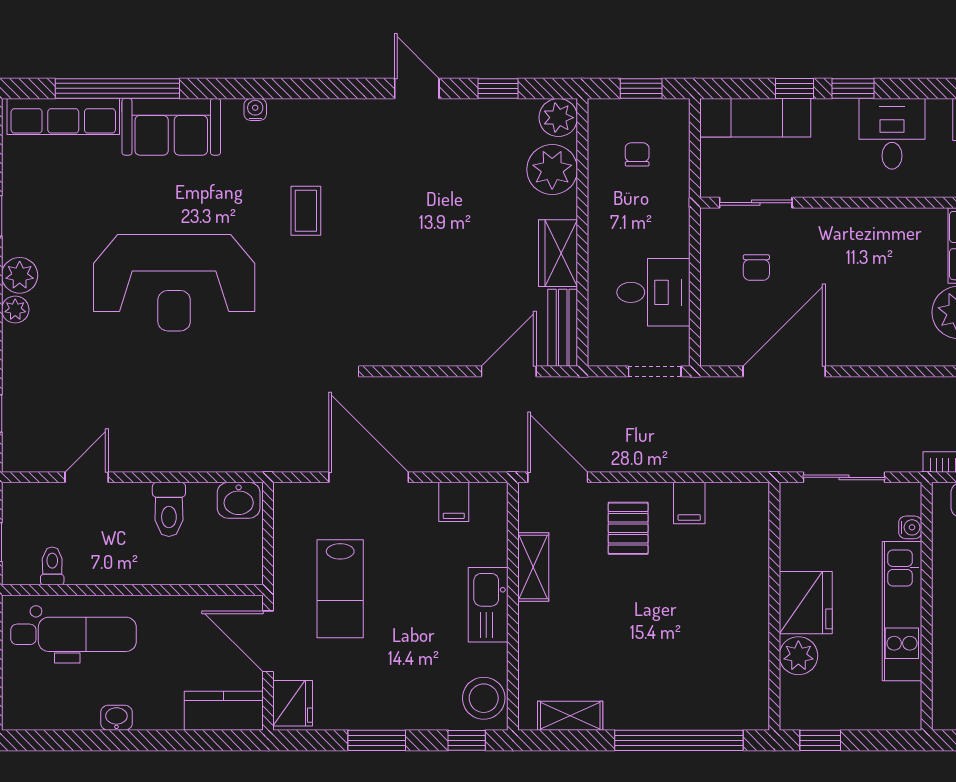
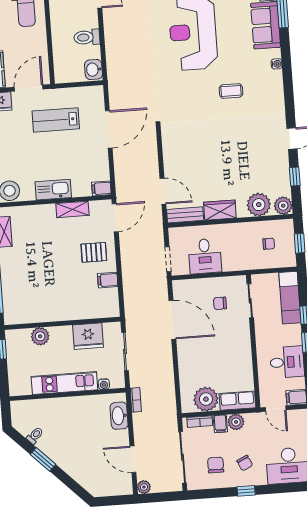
filing cabinet: (454, 502) -> (101, 188), moved
fridge: (806, 603) -> (88, 336), moved

